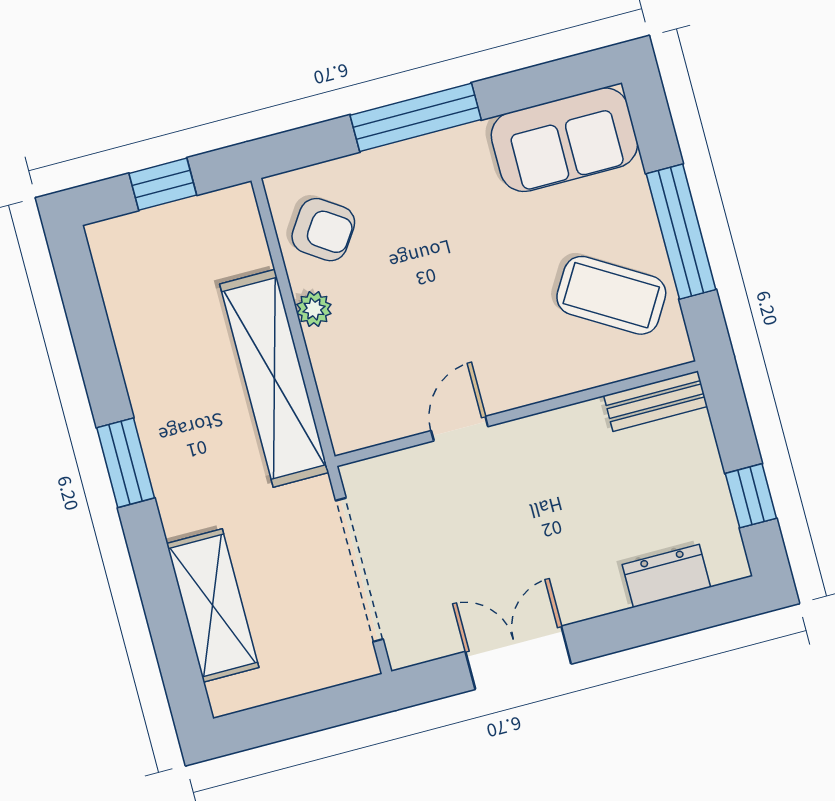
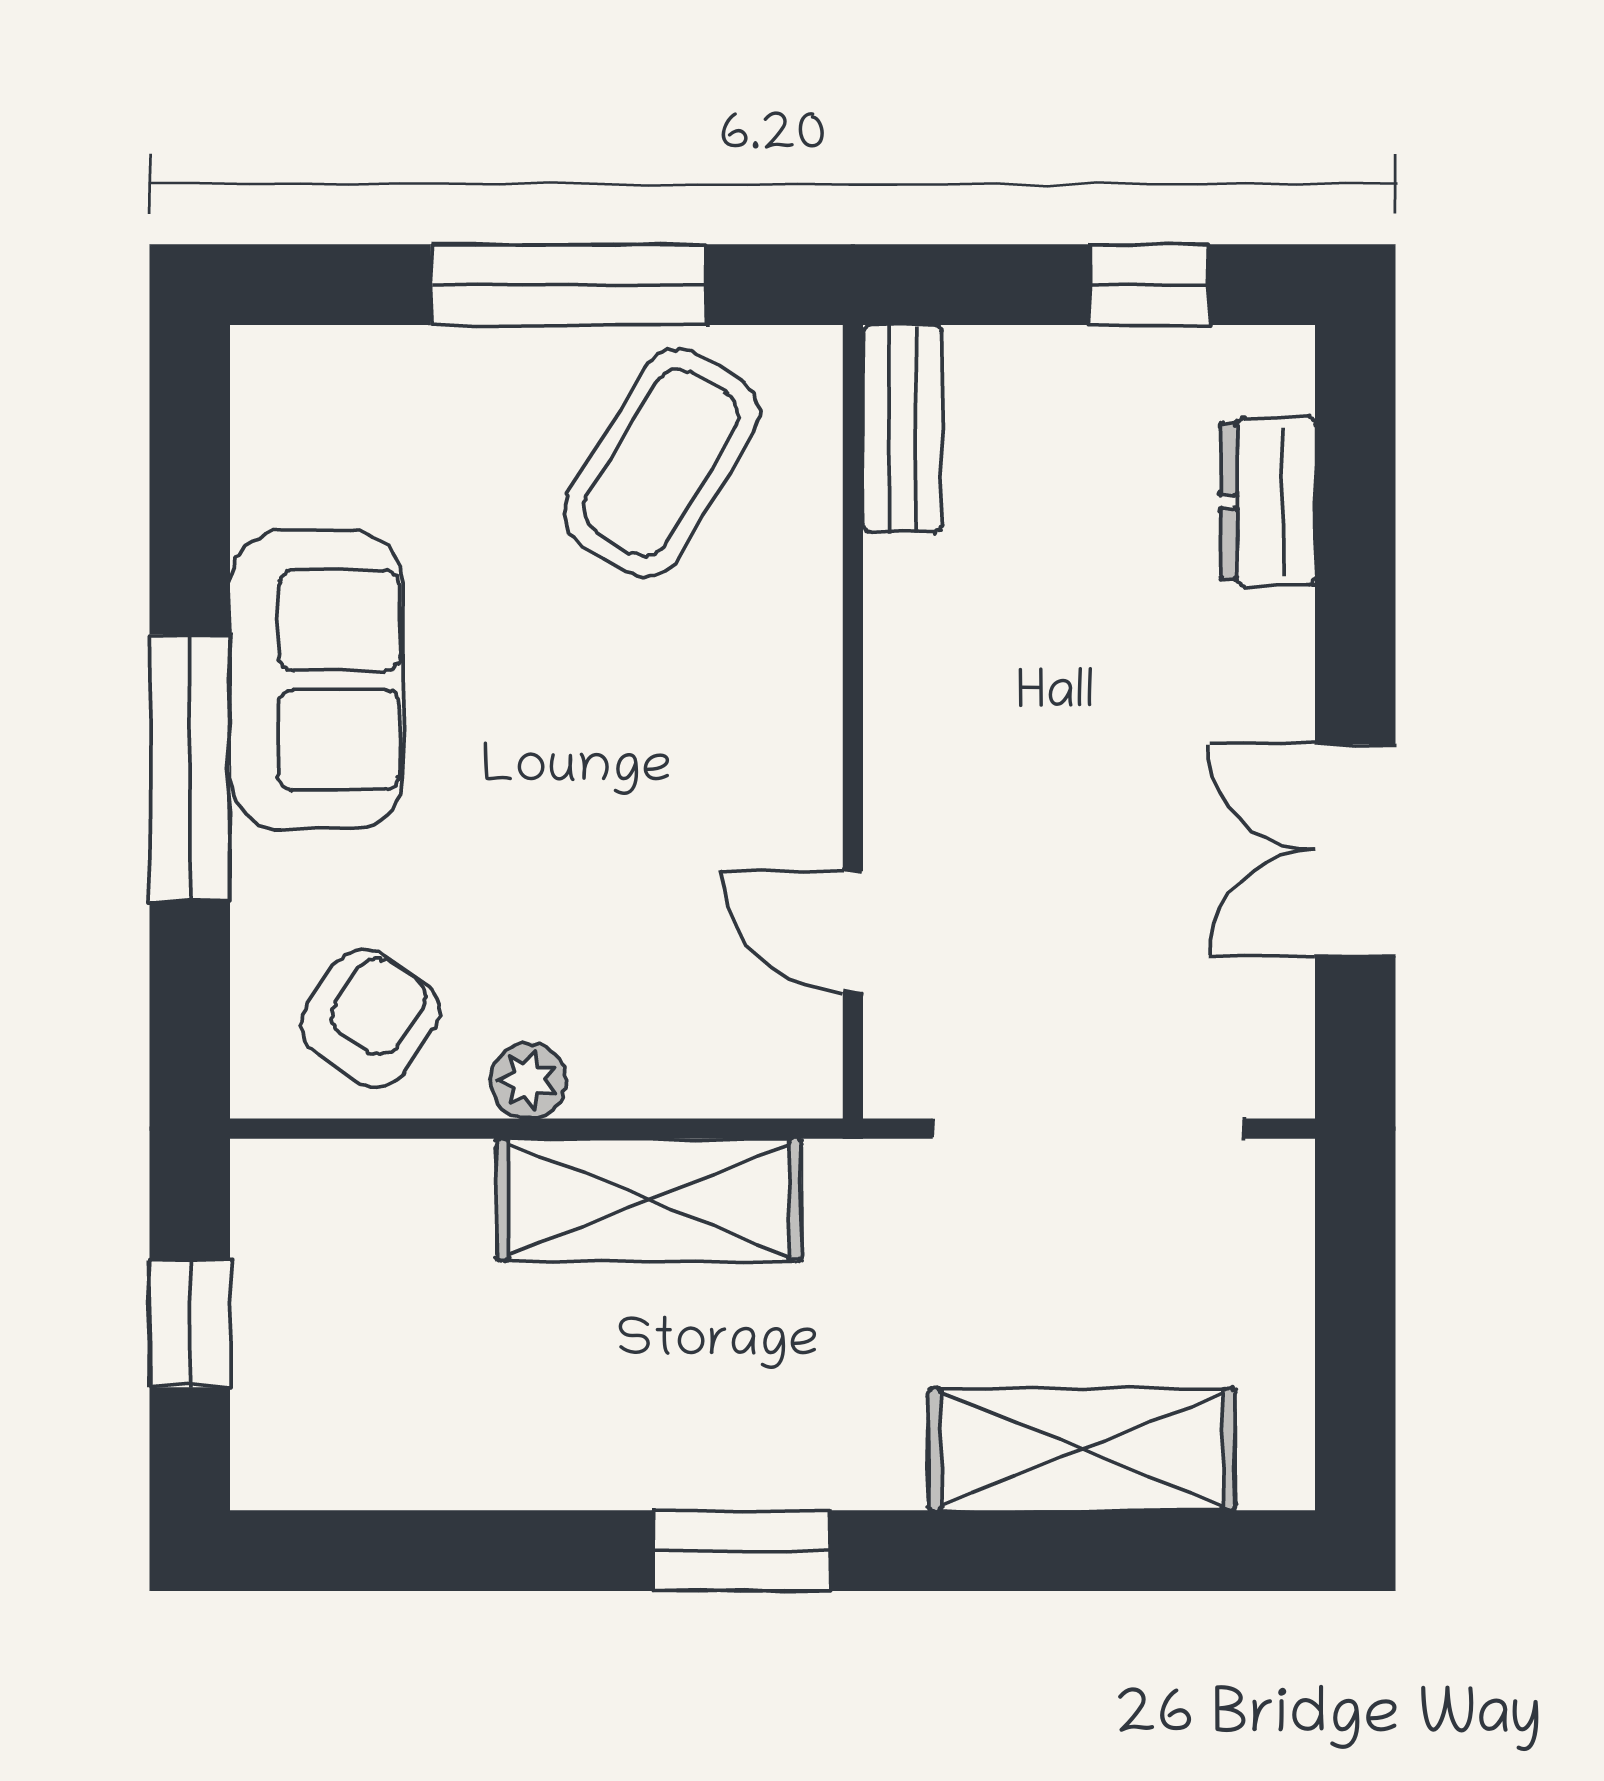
sofa: (564, 140) -> (316, 680), moved
shelving: (274, 378) -> (649, 1200), width x0.68
door: (460, 429) -> (853, 931), moved

